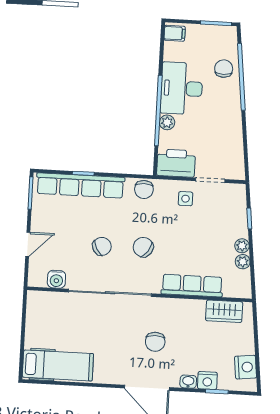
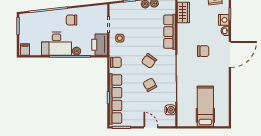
chair: (224, 69) -> (72, 20), moved
hospital bed: (58, 365) -> (205, 106), moved

